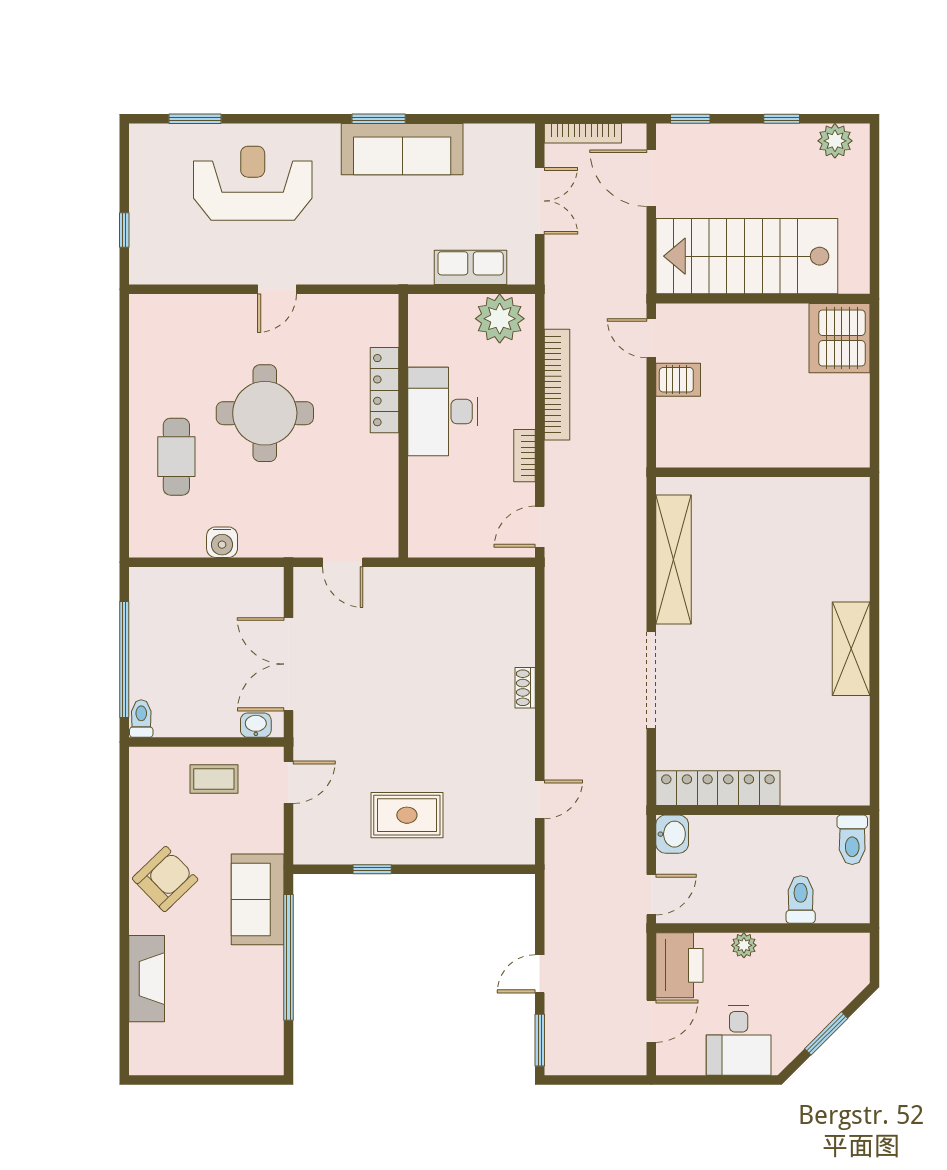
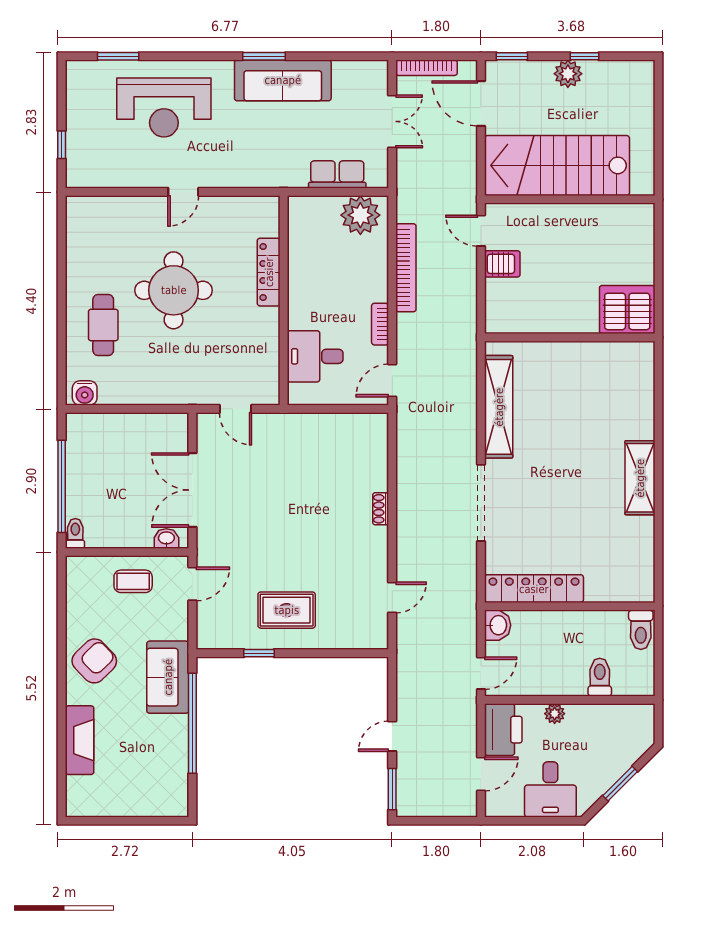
plant: (835, 141) -> (568, 74), moved
reception desk: (253, 183) -> (164, 107), turned 180
server rack: (839, 338) -> (627, 310), moved, turned 90
desk: (443, 412) -> (315, 356), moved, width x0.73
water cooler: (222, 542) -> (85, 393), moved

